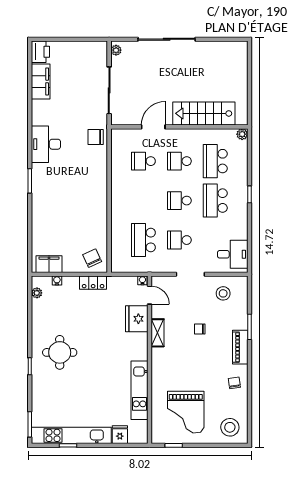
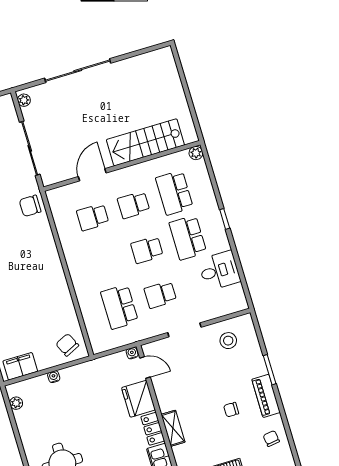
desk: (233, 254) -> (219, 271), moved
water cooler: (57, 281) -> (54, 377), moved
locker: (93, 283) -> (153, 429), moved, turned 90
chair: (200, 329) -> (231, 410), moved
shelving: (157, 333) -> (173, 428), moved

